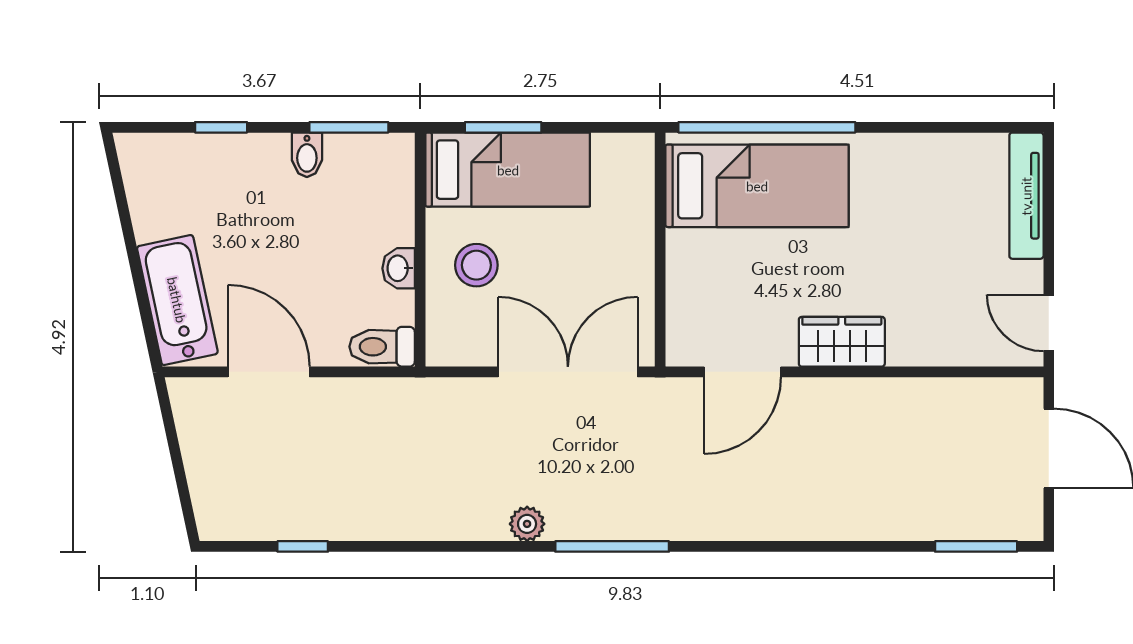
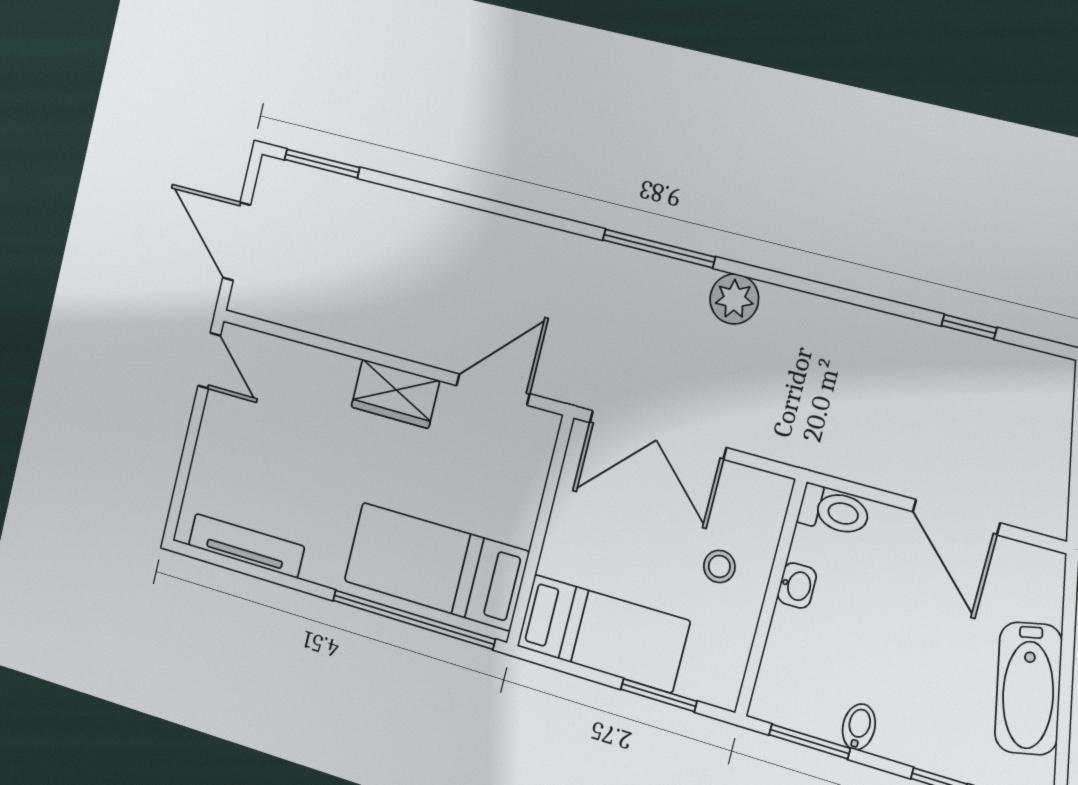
bed: (508, 170) -> (603, 633), moved, turned 180
tv unit: (1026, 196) -> (246, 546), moved, turned -90
stool: (476, 265) -> (719, 566), width x0.73, depth x0.73
bathtub: (177, 300) -> (1028, 689), moved
plant: (527, 524) -> (734, 299), width x1.38, depth x1.38

